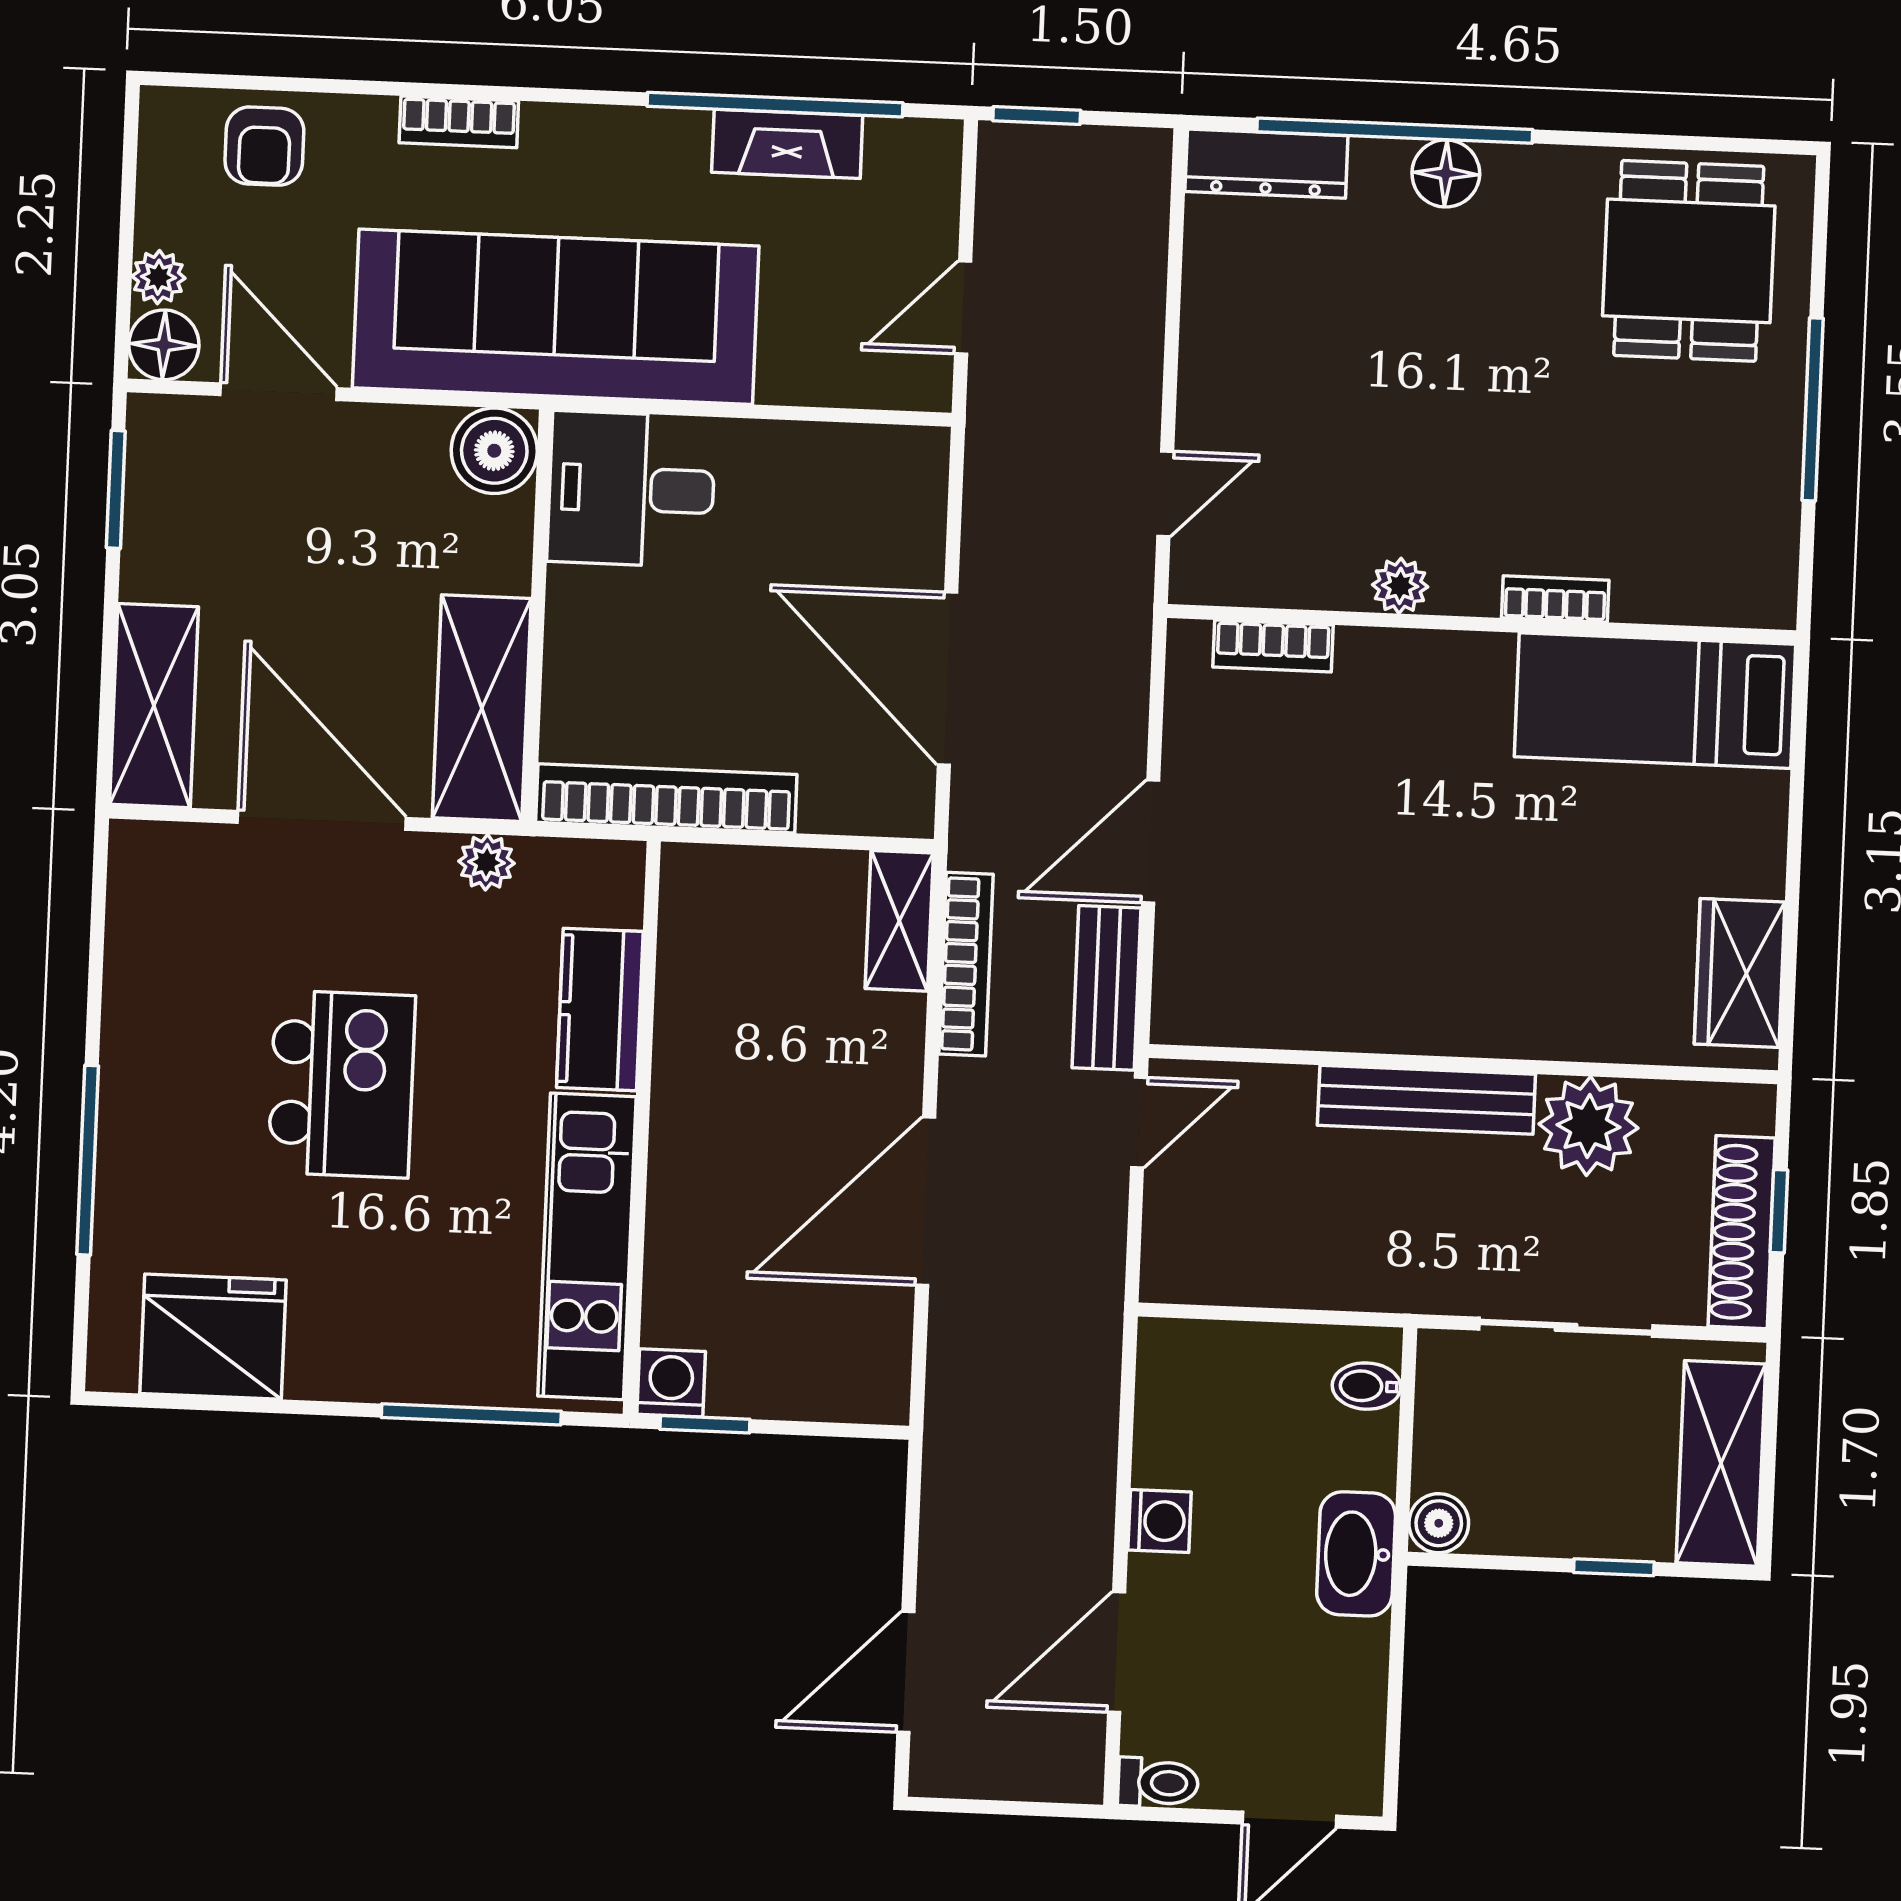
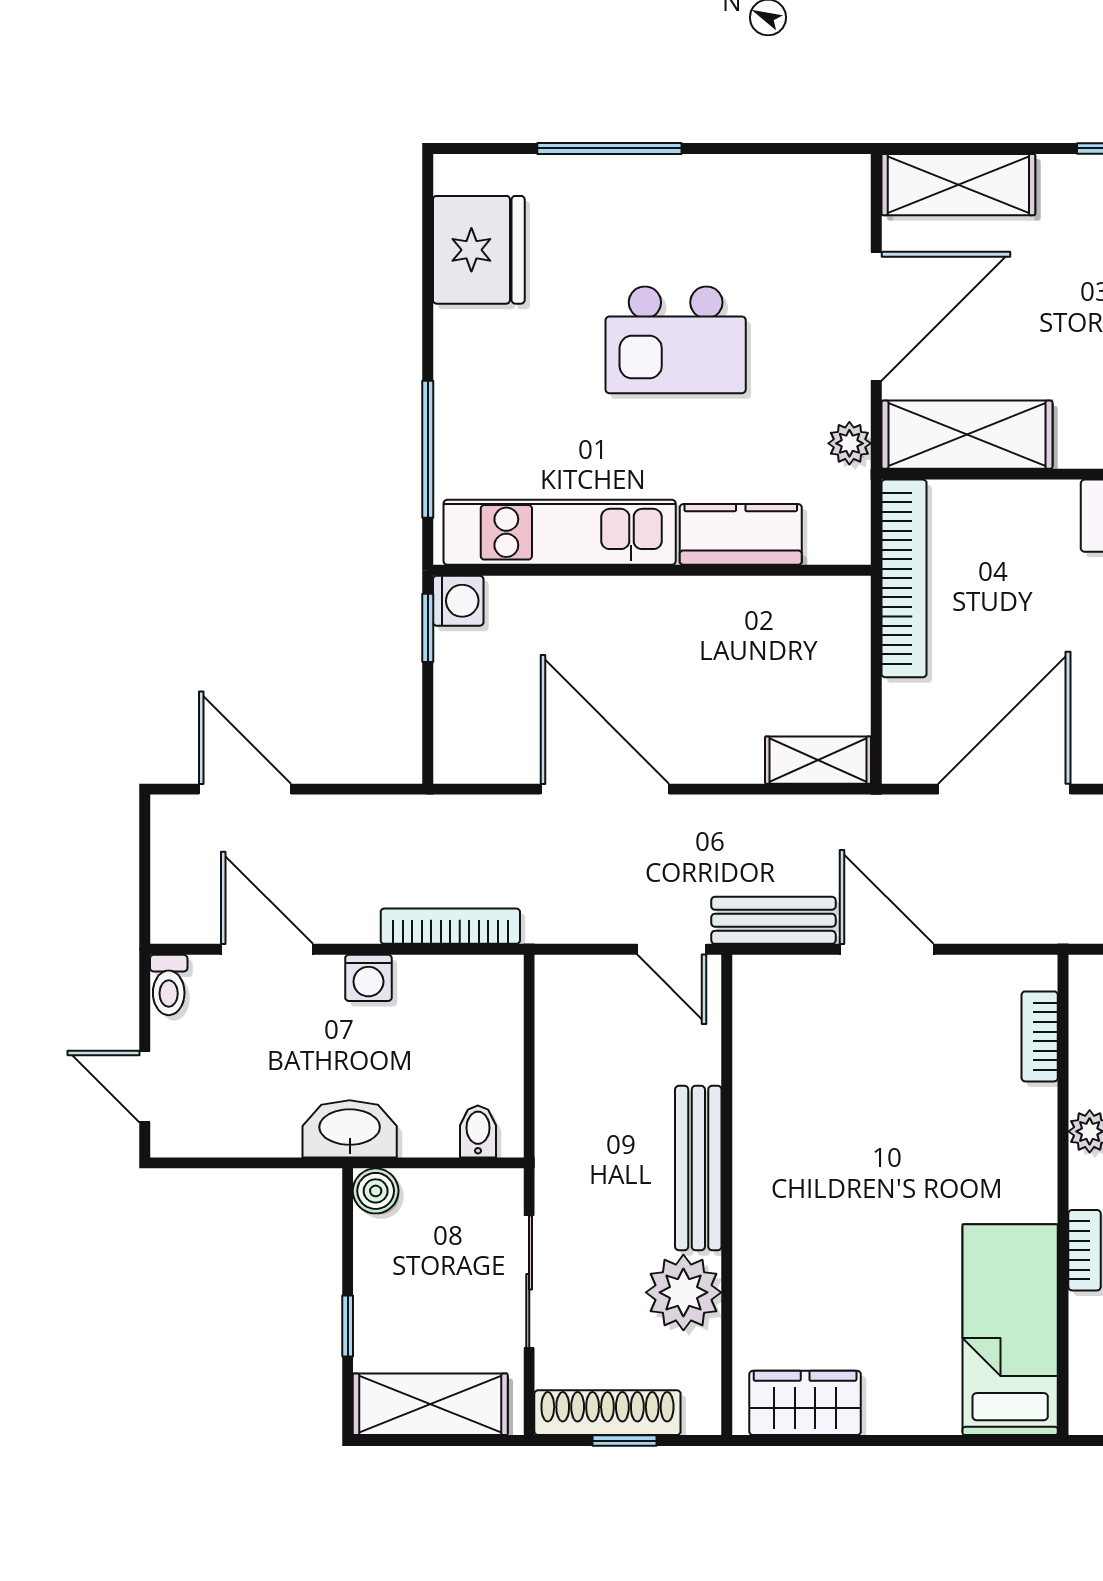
bookcase: (966, 964) -> (450, 926), moved, turned 180

